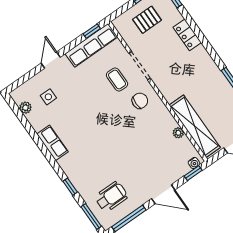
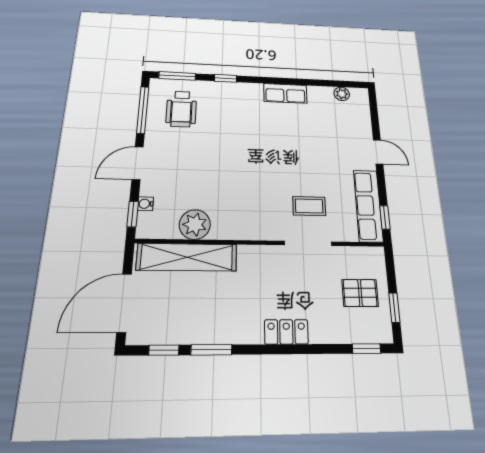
pallet: (147, 20) -> (360, 293), turned 90
locker: (187, 35) -> (286, 332), moved
side table: (48, 97) -> (338, 123), removed
chair: (140, 101) -> (266, 214), removed
plant: (178, 133) -> (195, 225), width x1.88, depth x1.88
water cooler: (194, 163) -> (145, 204), moved

